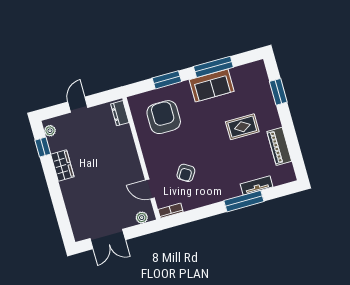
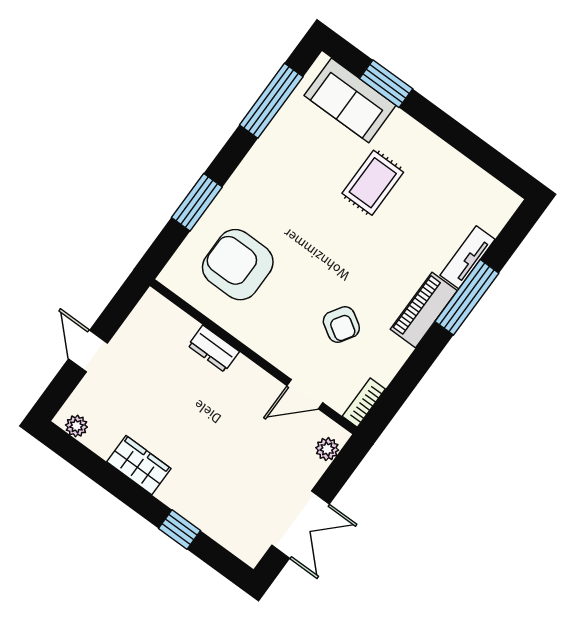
window: (213, 67) -> (271, 101), moved
sofa: (212, 85) -> (350, 100), moved, turned 90
dresser: (120, 113) -> (214, 349), moved
piano: (279, 146) -> (424, 310), moved, turned 90
window: (43, 147) -> (180, 529), moved

